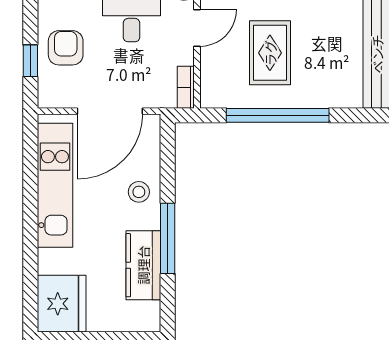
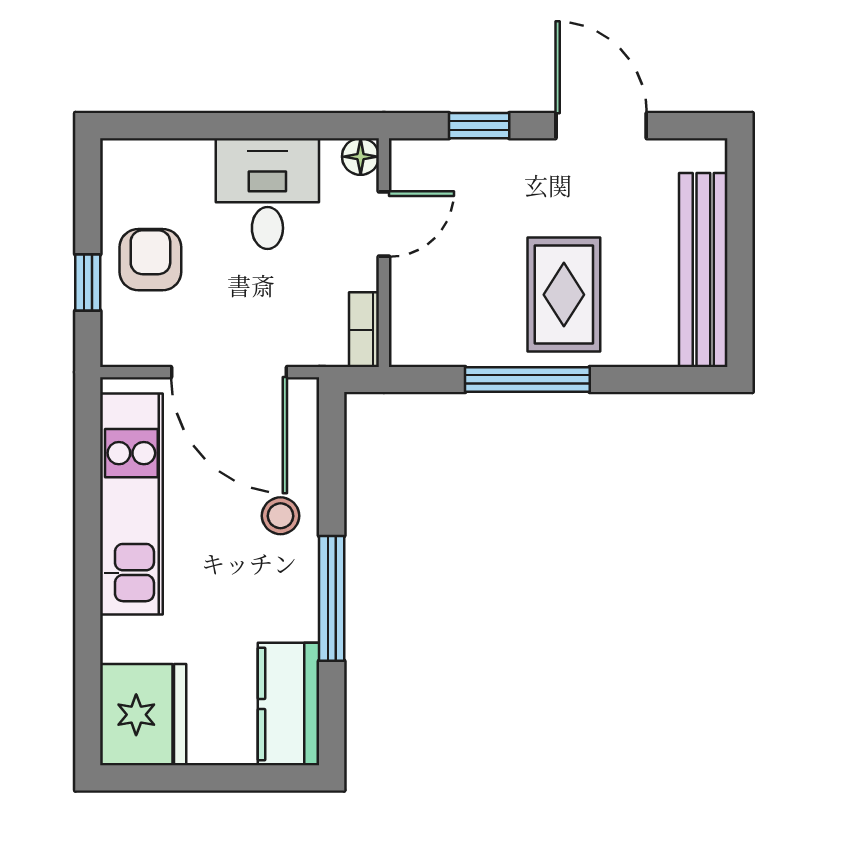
rug: (270, 53) -> (564, 295), moved
door: (110, 111) -> (229, 372), hinge flipped
window: (278, 115) -> (527, 380), width x0.68
kitchen counter: (143, 265) -> (289, 704), moved

